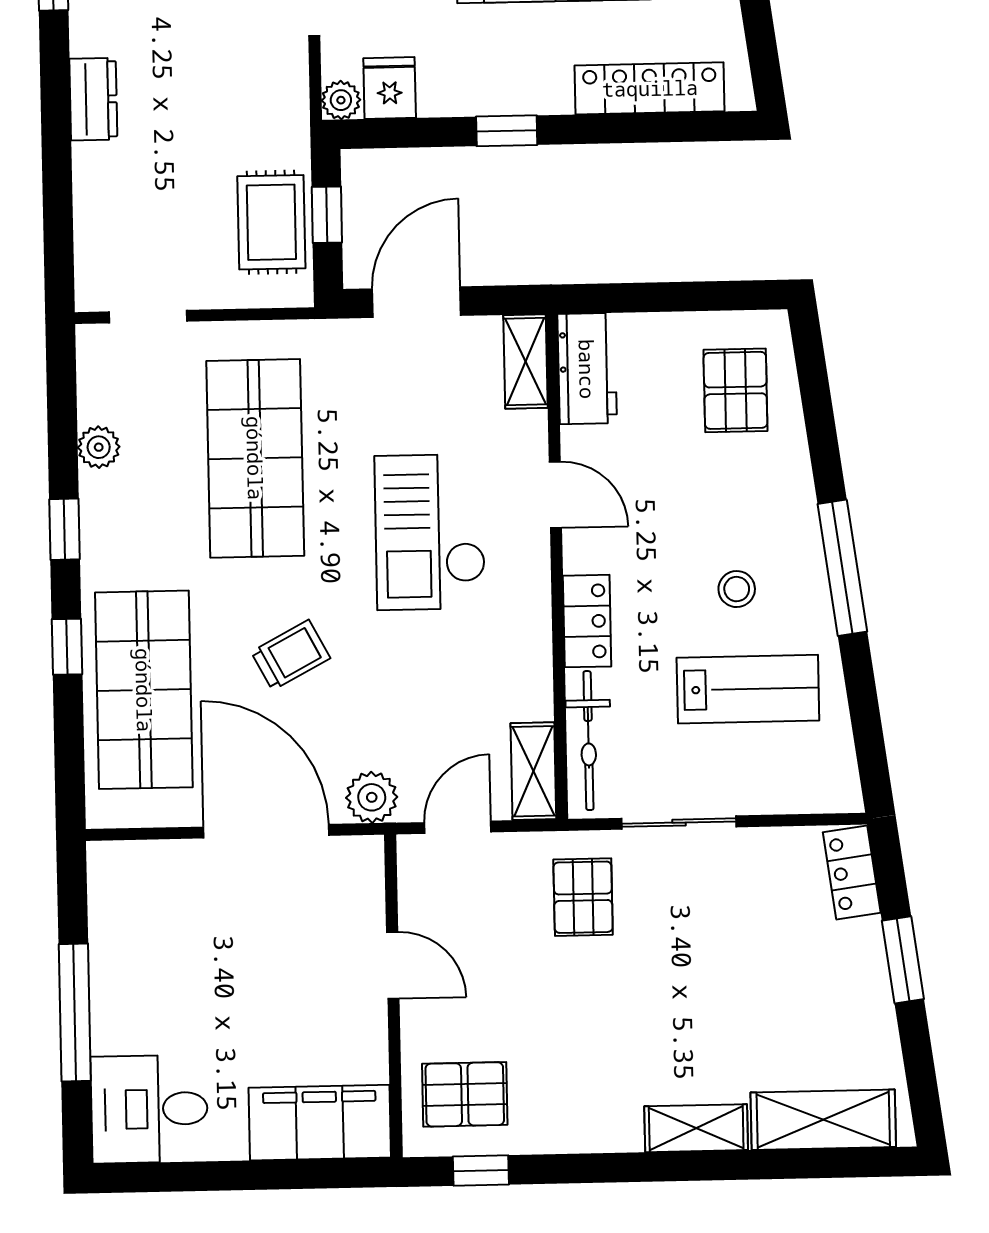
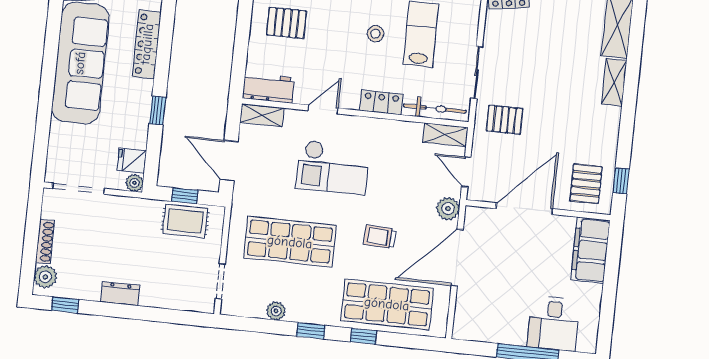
trolley: (291, 655) -> (380, 237), turned -59
door: (393, 965) -> (524, 209), width x1.87
desk: (149, 1109) -> (554, 323), moved

